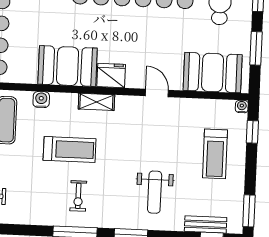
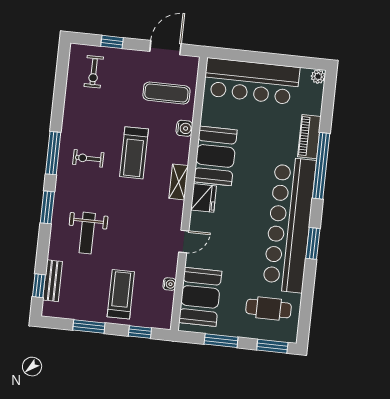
water cooler: (242, 107) -> (169, 284), moved
treadmill: (215, 154) -> (121, 294), turned 90
weight bench: (155, 192) -> (87, 233), turned -90
window: (249, 211) -> (89, 327), moved

